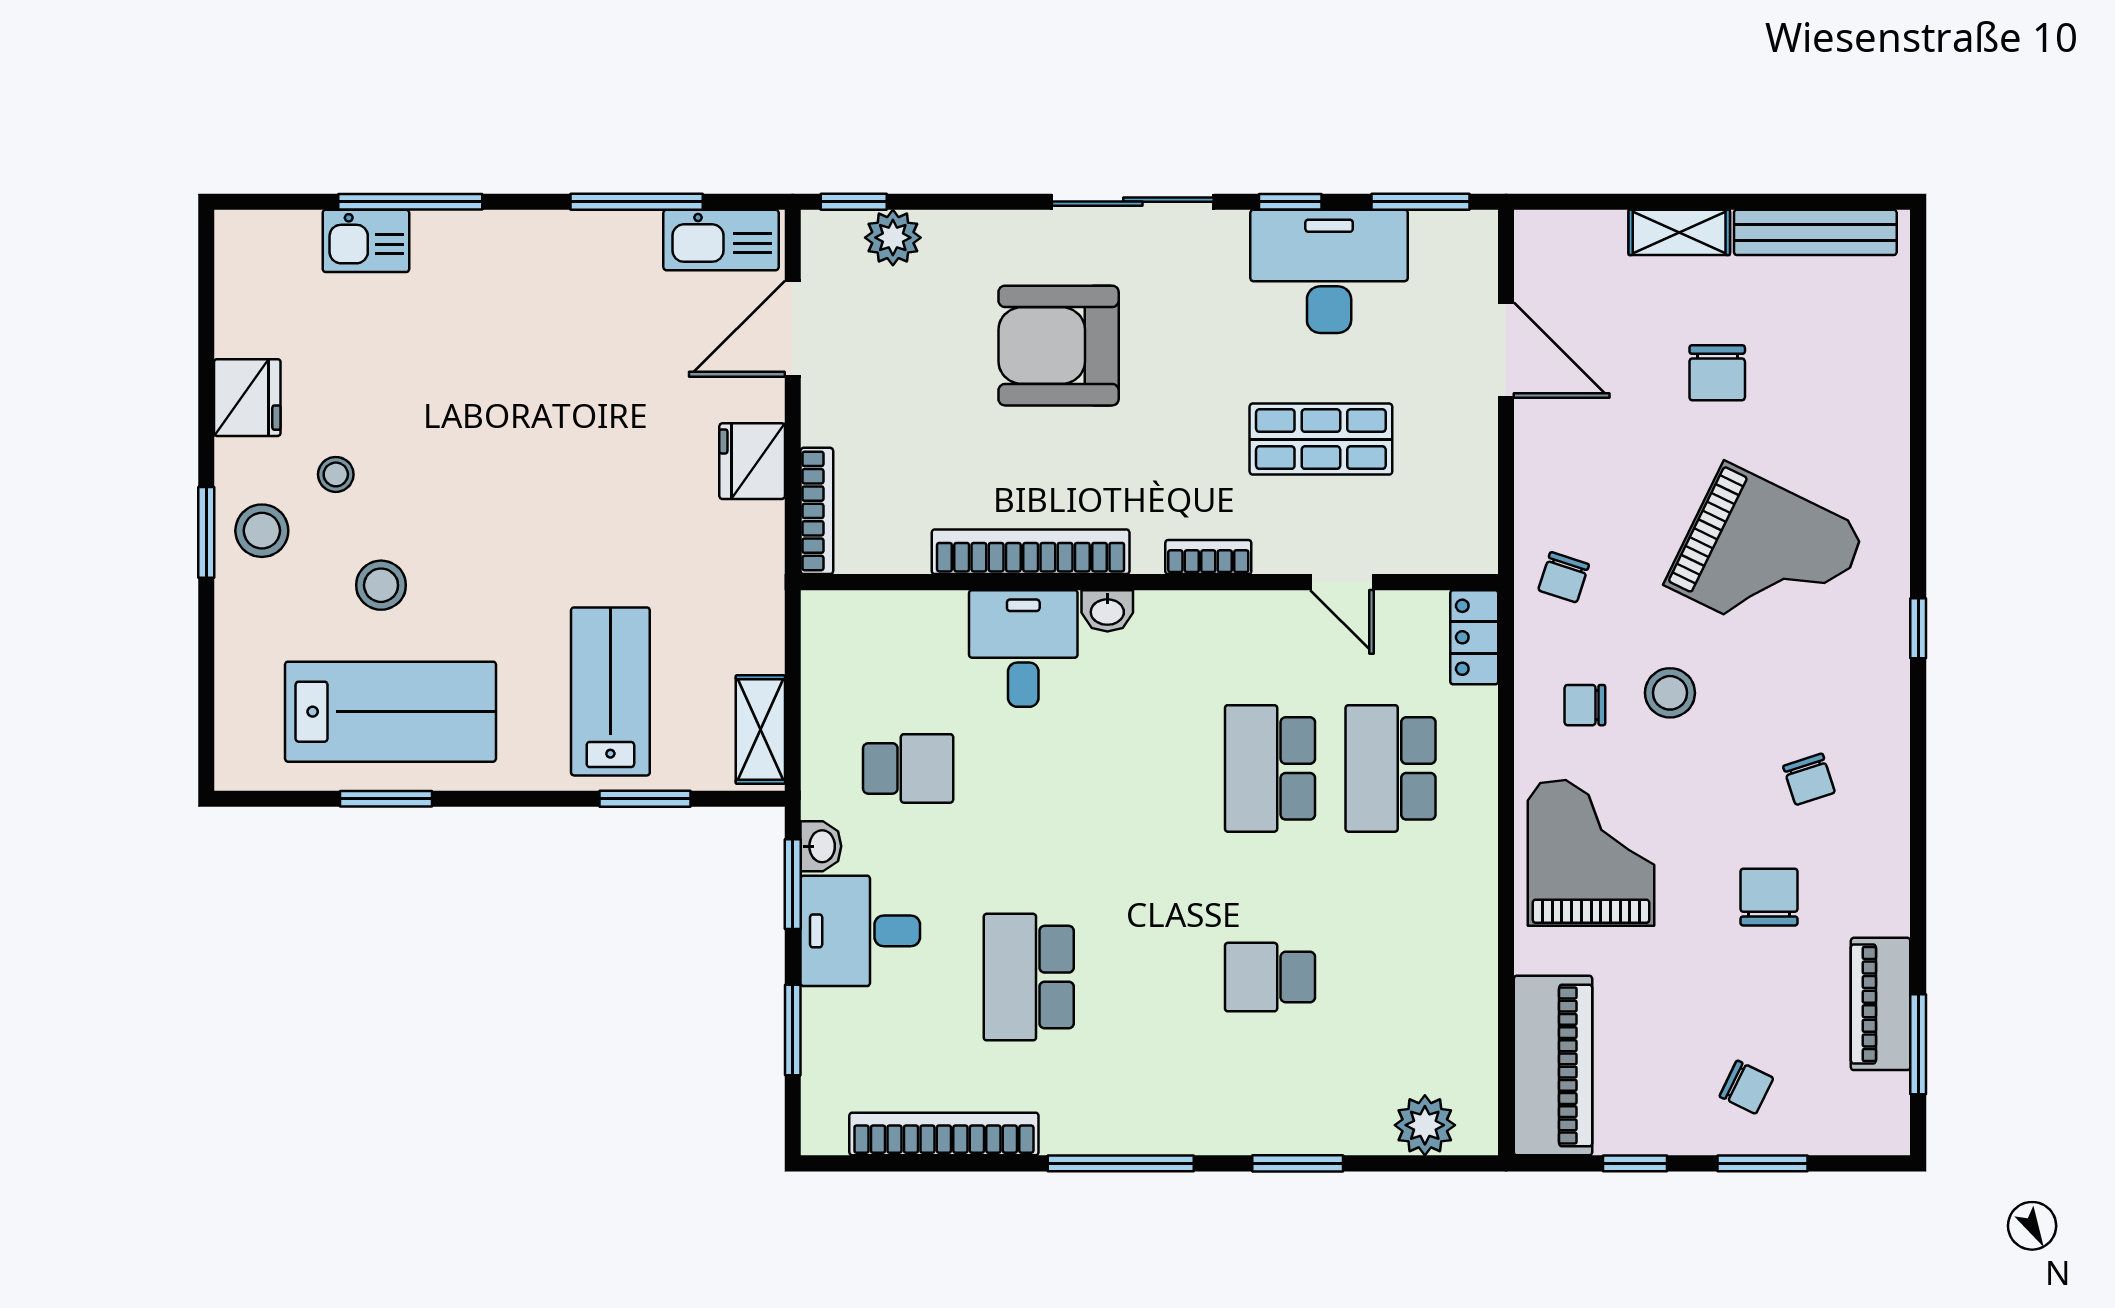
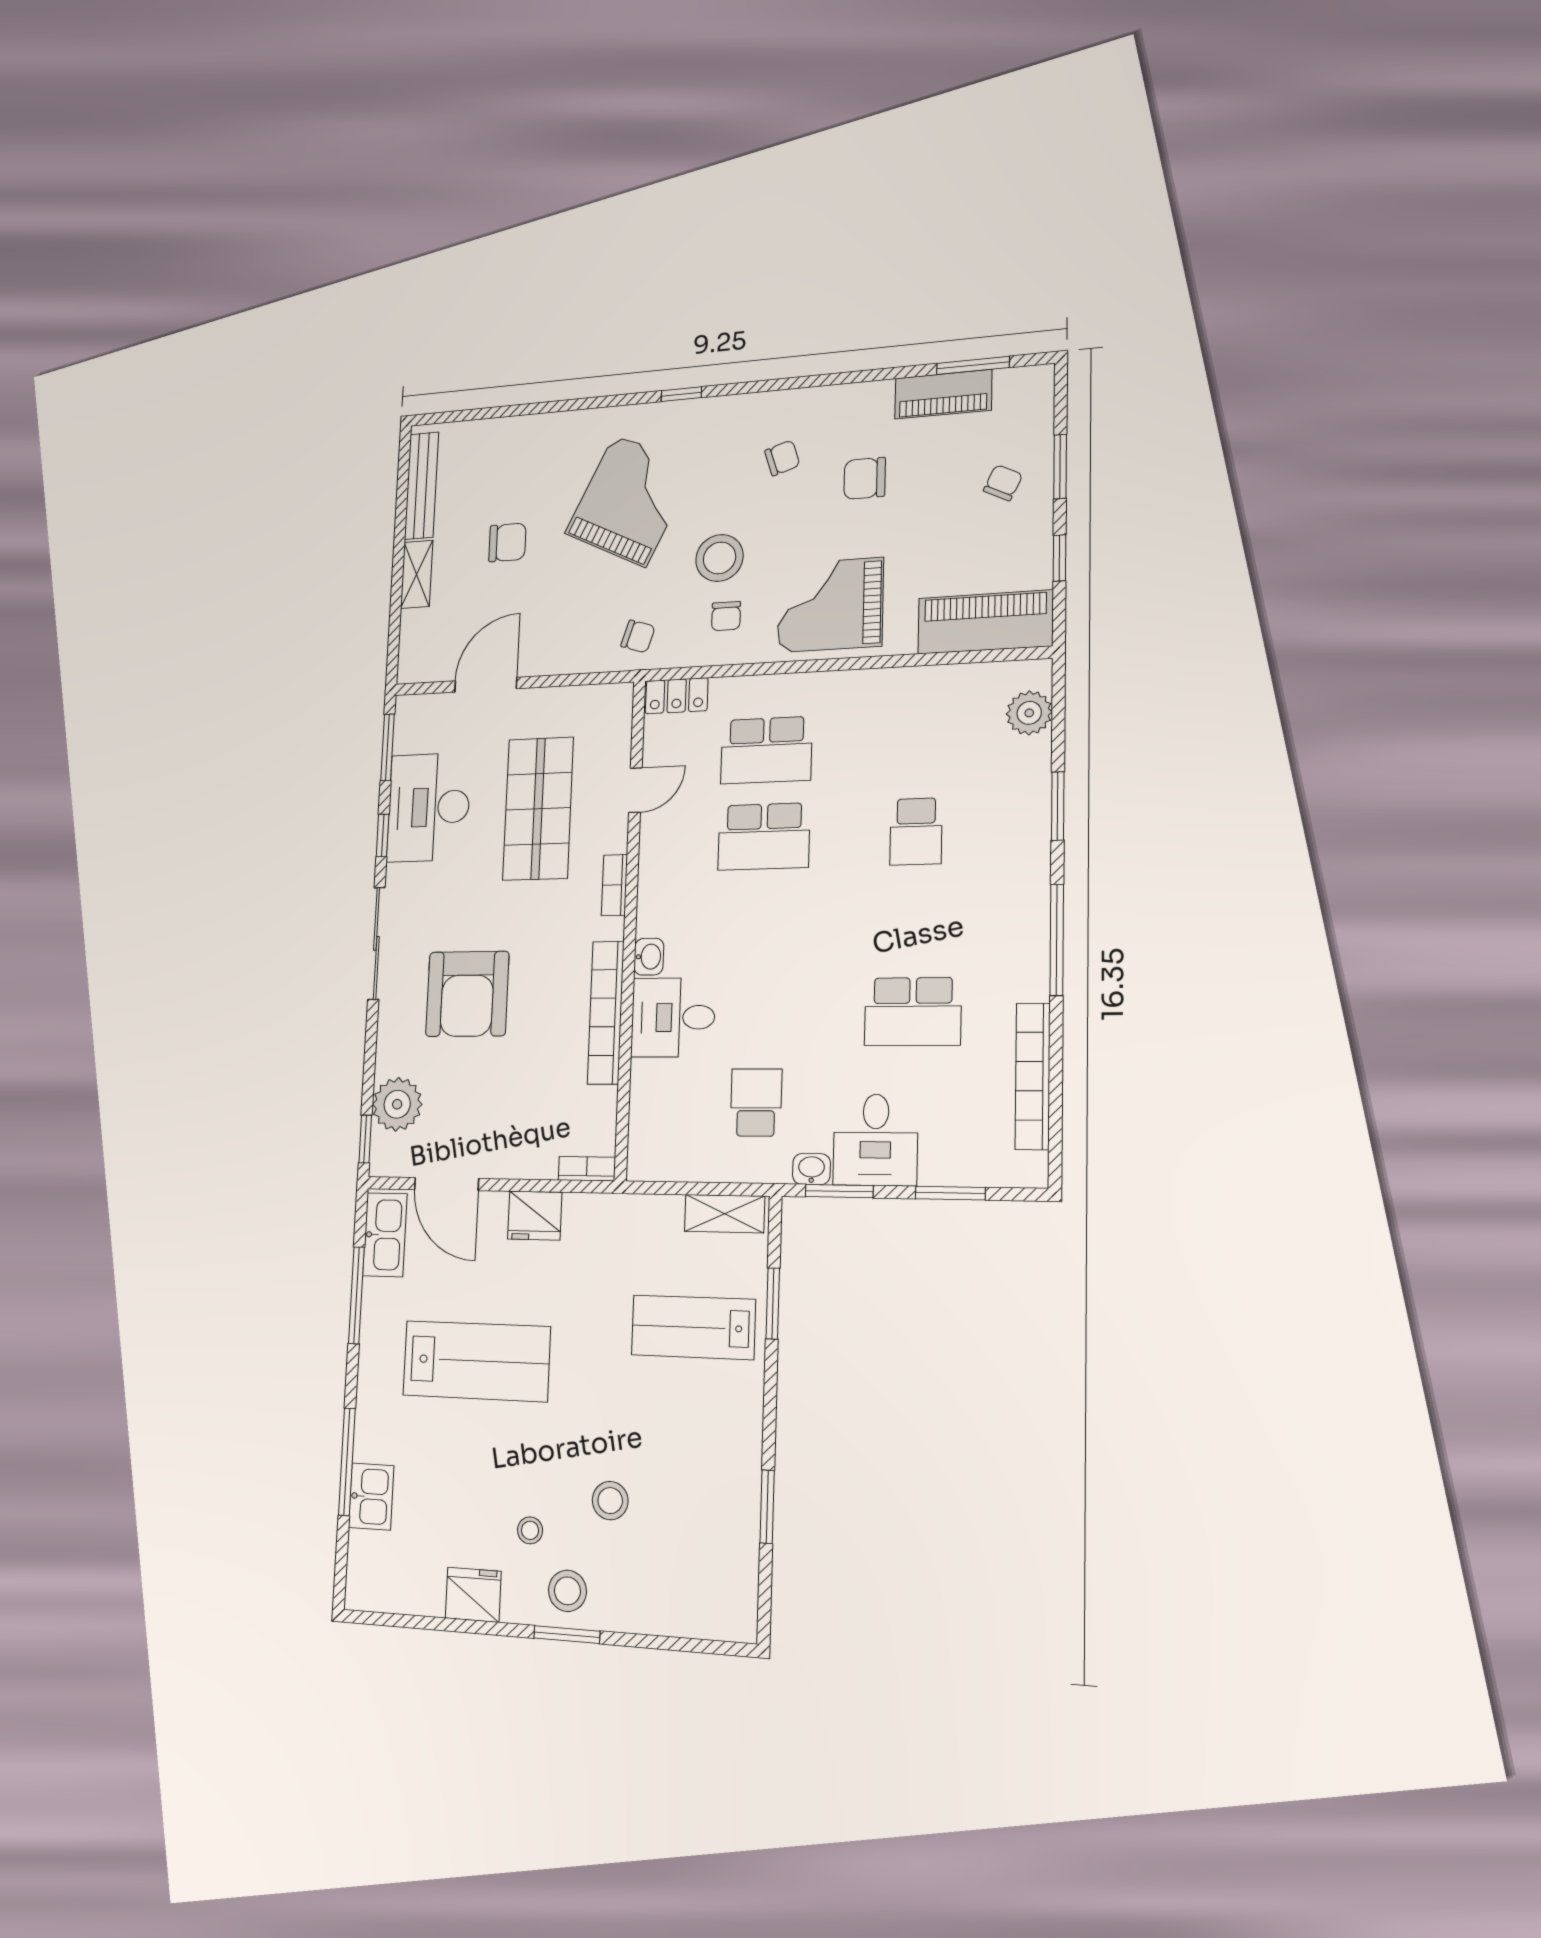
plant: (893, 238) -> (397, 1104), width x1.36, depth x1.36
shop shelf: (1321, 439) -> (538, 809), width x1.43, depth x1.36
bookcase: (817, 511) -> (587, 1169), width x0.64
stool: (1670, 693) -> (719, 558), width x1.38, depth x1.38
lab bench: (391, 712) -> (476, 1361), moved, turned 90

